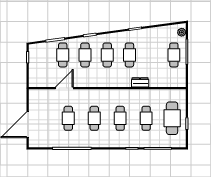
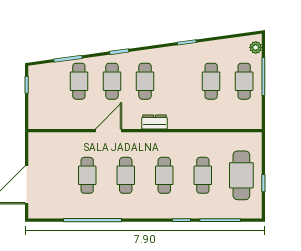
cafe table: (129, 55) -> (211, 81), moved
dresser: (140, 82) -> (154, 122), moved
door: (64, 88) -> (108, 131), moved

